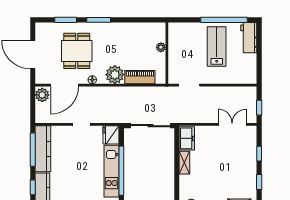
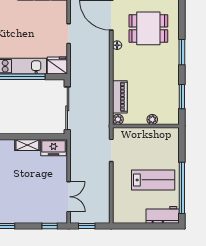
window: (66, 20) -> (182, 97), moved
plant: (115, 75) -> (118, 119), moved, width x0.53, depth x0.53
window: (259, 154) -> (50, 226), moved

